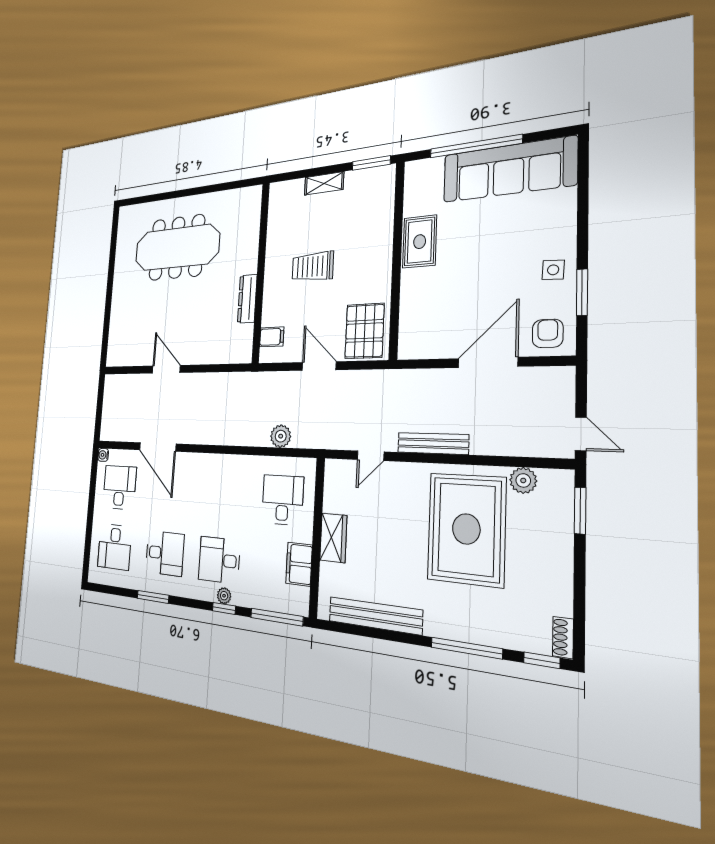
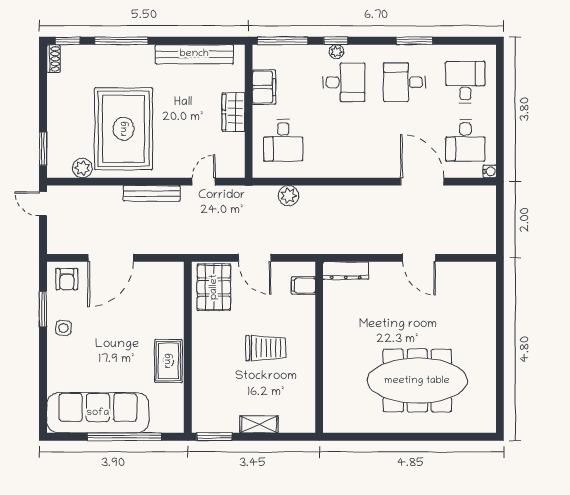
dresser: (247, 299) -> (346, 271), moved, turned 90

